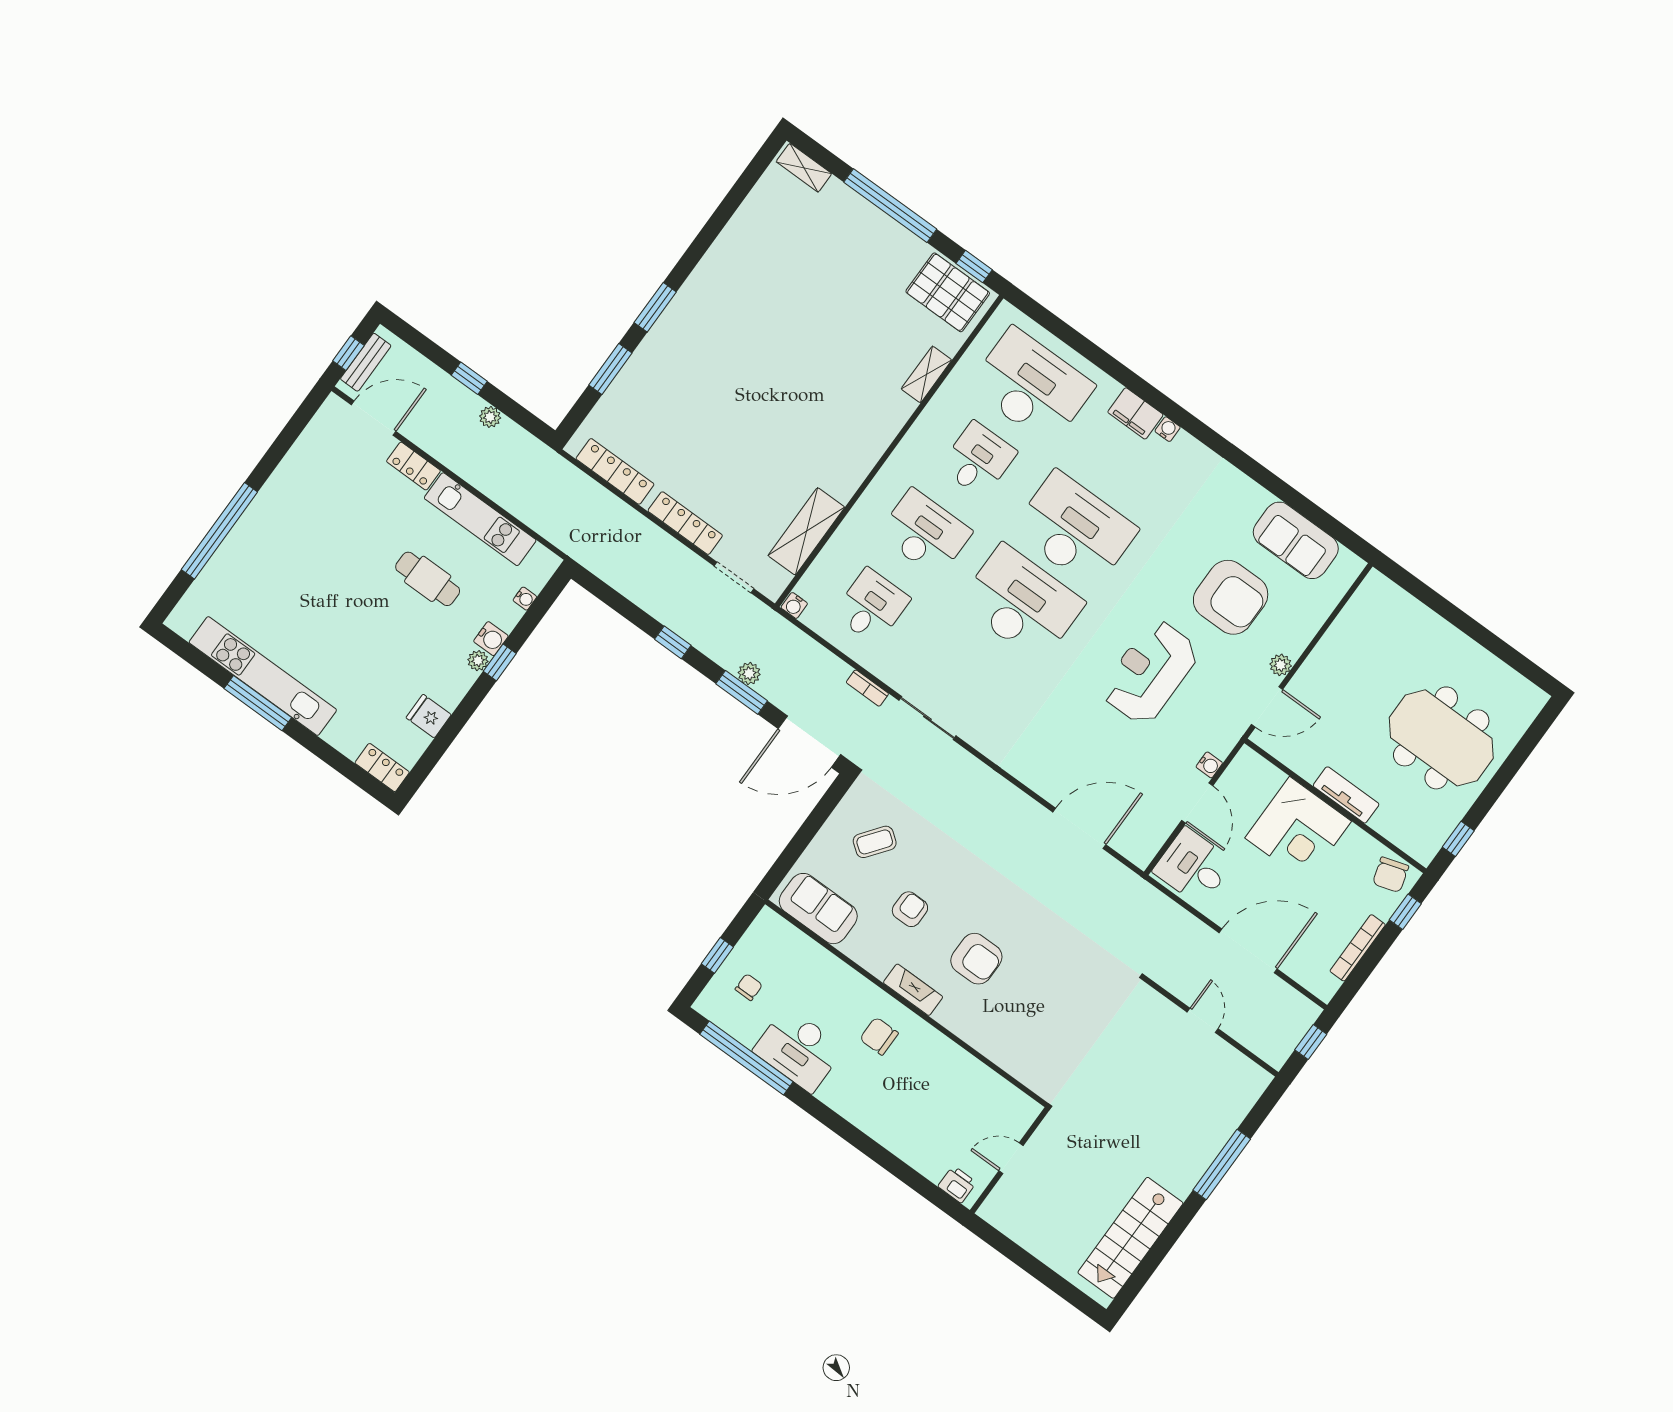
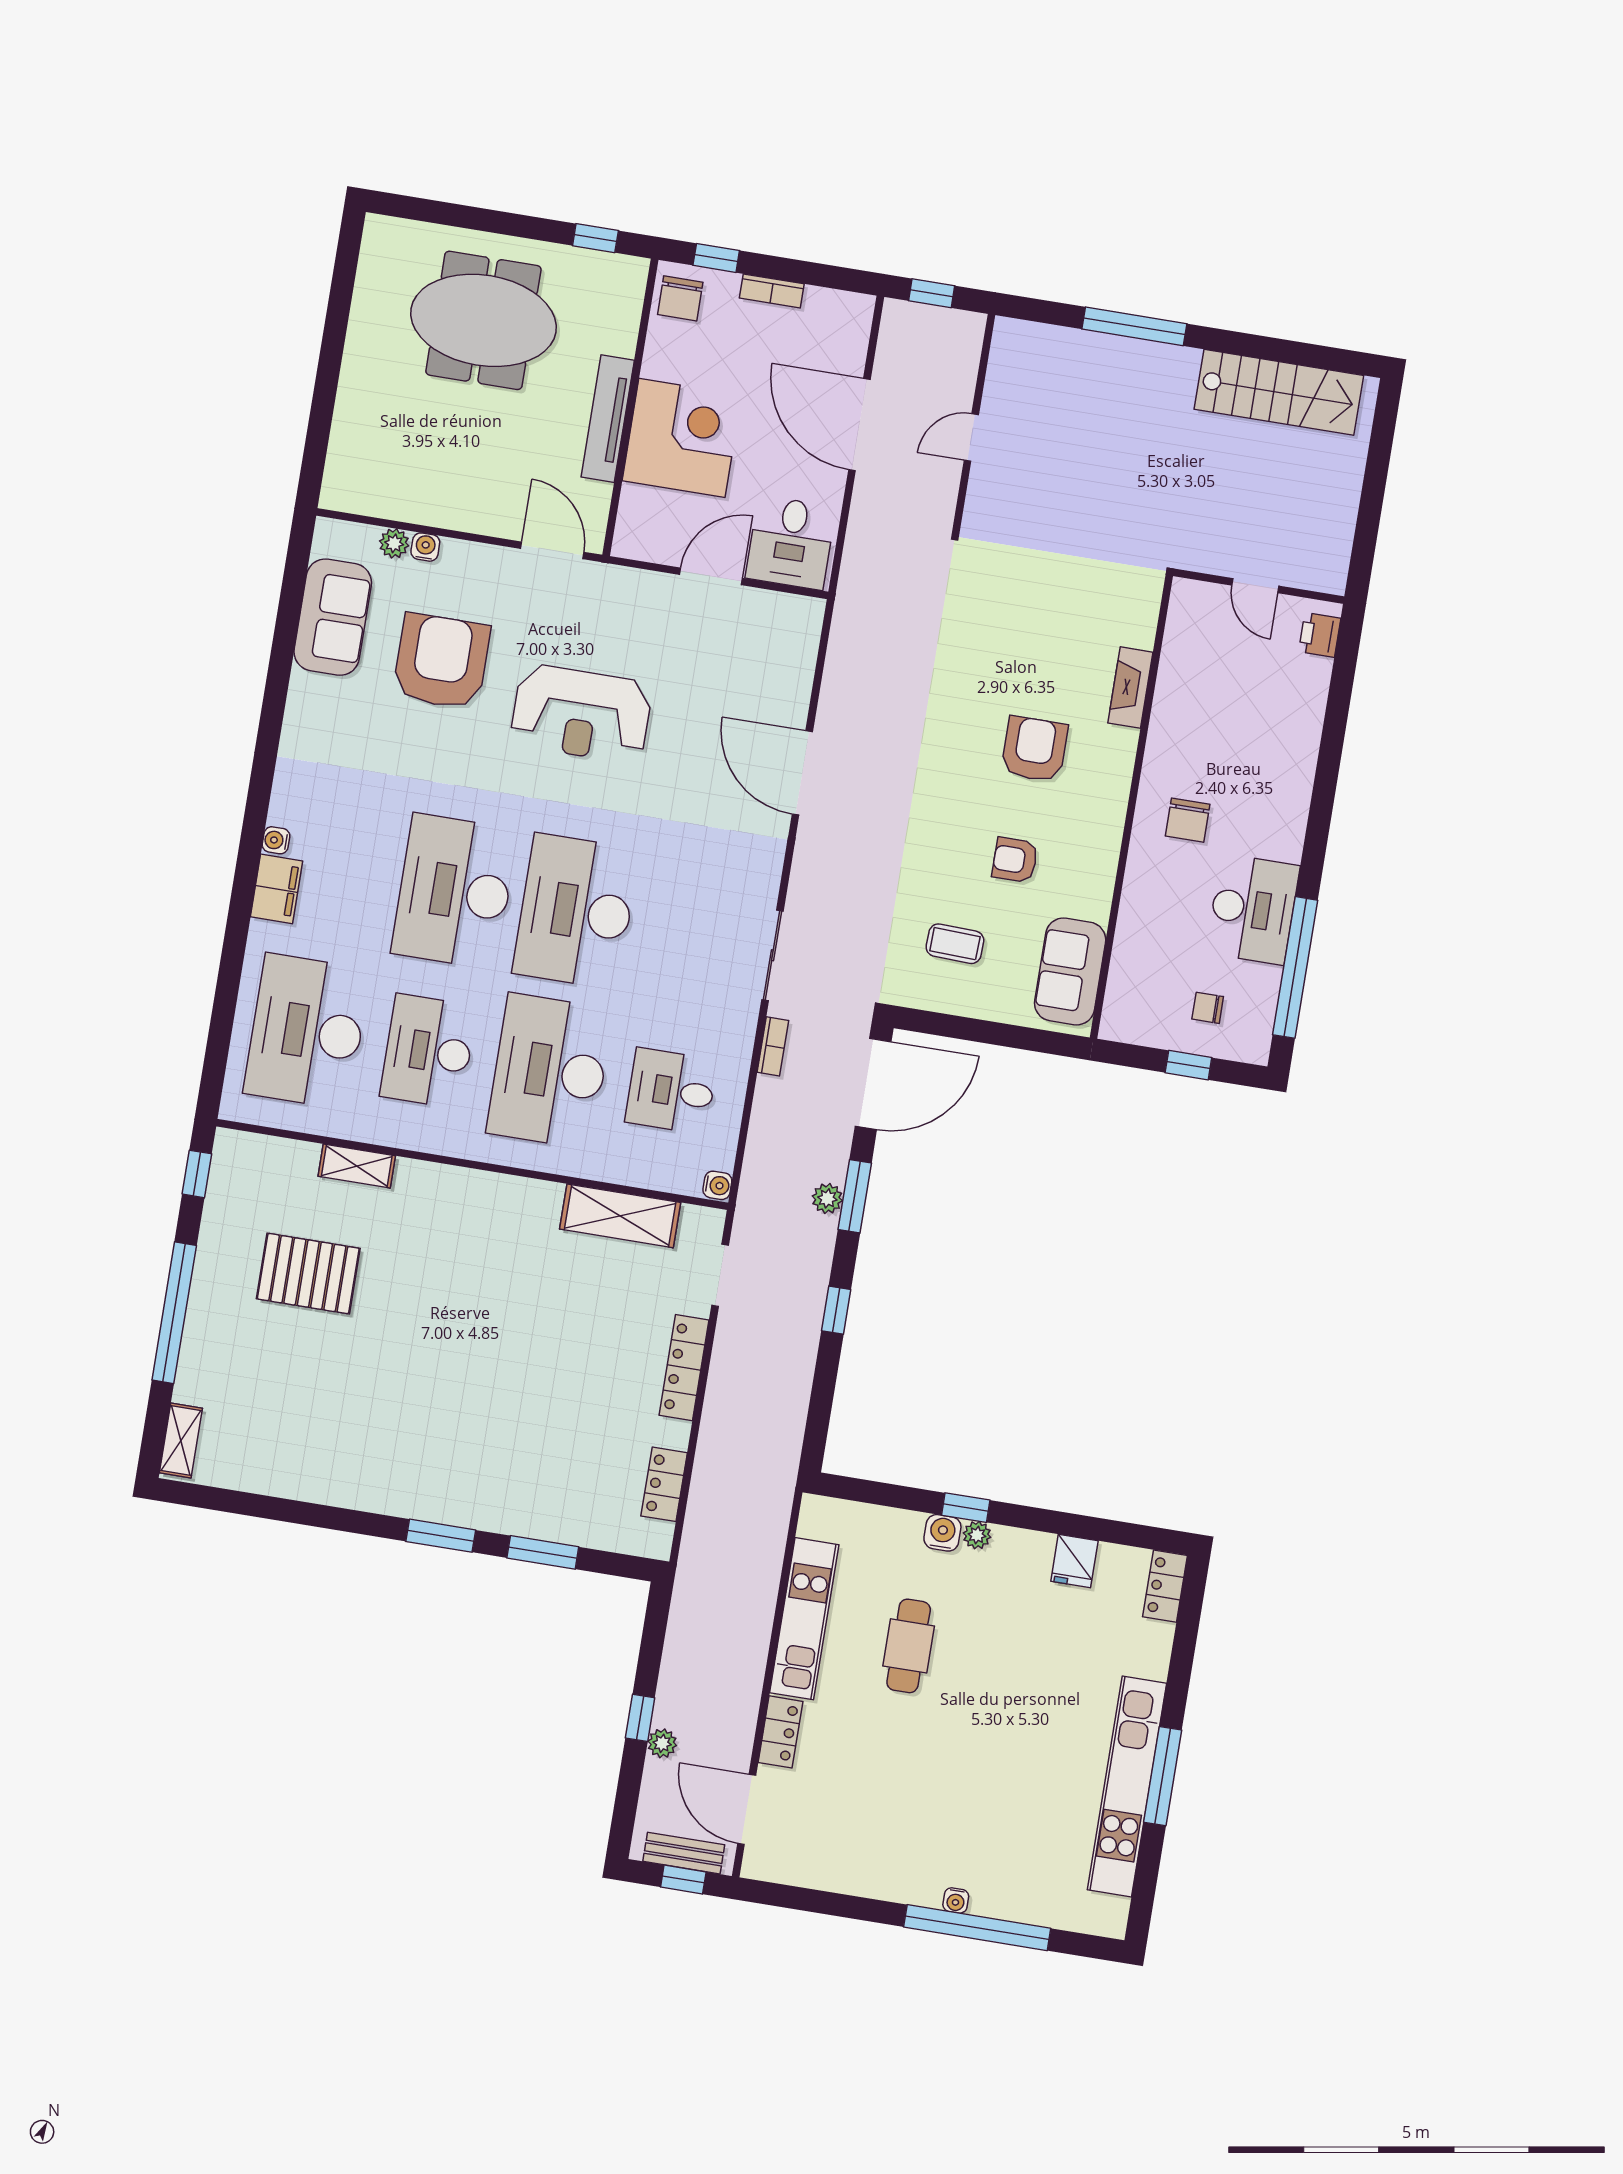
pallet: (948, 292) -> (308, 1274), moved, turned 90
plant: (490, 417) -> (662, 1743), moved
desk: (978, 460) -> (428, 1051), width x1.37
locker: (615, 471) -> (664, 1484), width x0.66
desk: (925, 533) -> (550, 1071), width x1.36, depth x1.30
water cooler: (525, 599) -> (956, 1900), moved, turned 180
plant: (1281, 665) -> (394, 543), moved
meeting table: (1441, 738) -> (483, 320), turned 90
door: (809, 742) -> (873, 1084), hinge flipped
water cooler: (1209, 765) -> (425, 547), moved
tv unit: (1346, 795) -> (608, 419), width x1.41
door: (1079, 828) -> (802, 773), moved
coffee table: (875, 842) -> (955, 944), turned -35
chair: (1391, 875) -> (680, 298), turned 107
bookcase: (1358, 948) -> (772, 291), width x0.64
fireplace: (913, 990) -> (1130, 688), moved

